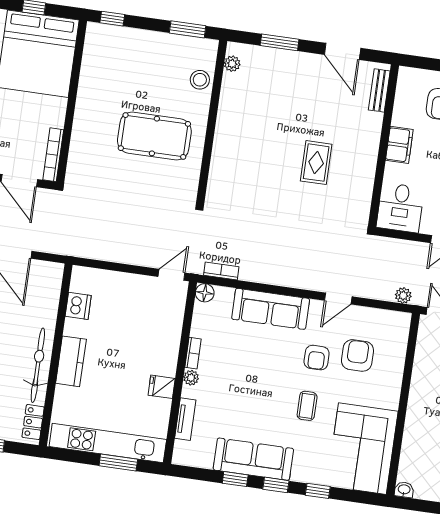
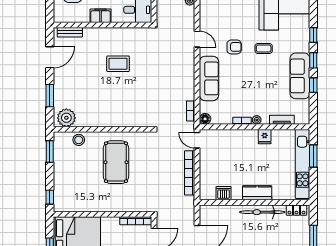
plant: (232, 64) -> (66, 118), width x1.88, depth x1.88
bookcase: (119, 255) -> (190, 173), added
armchair: (357, 355) -> (229, 23), removed

